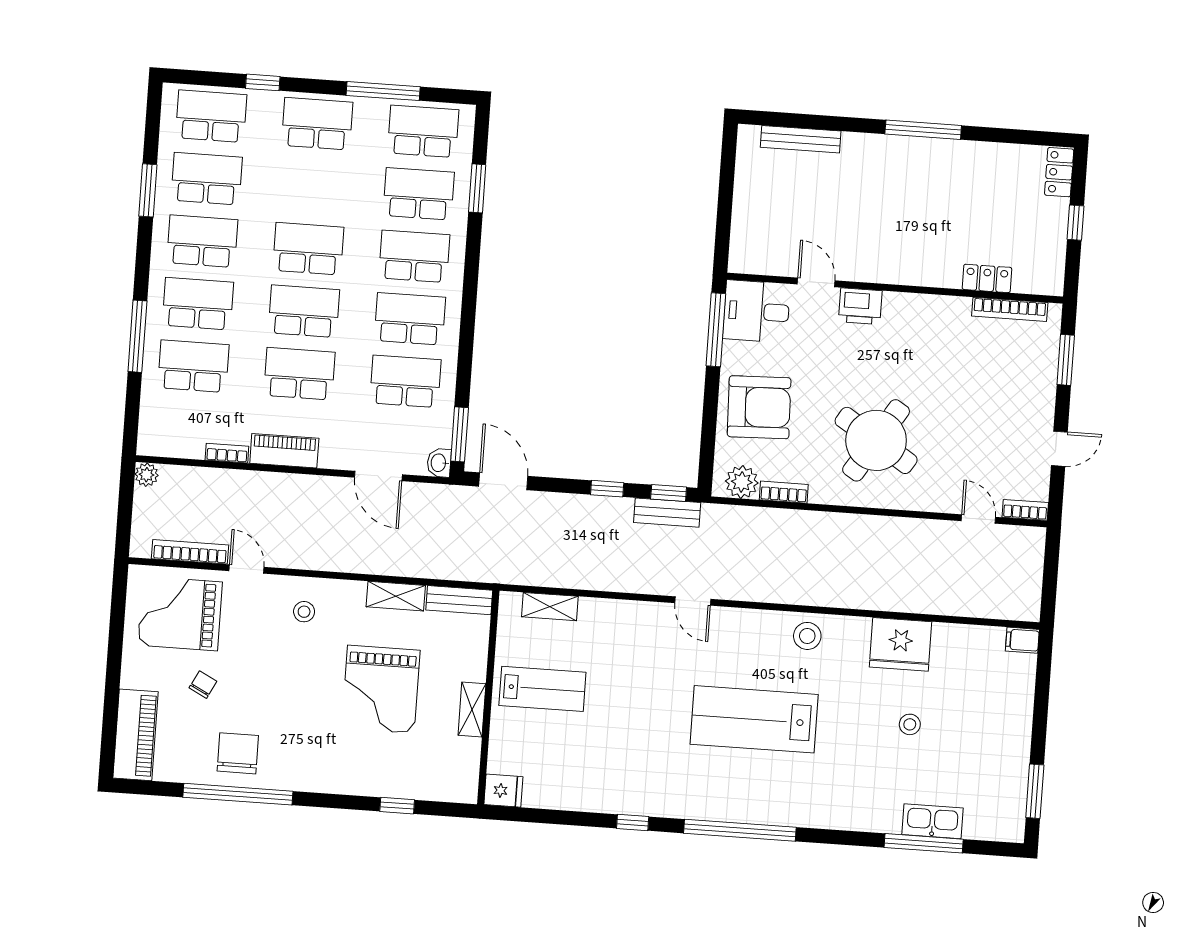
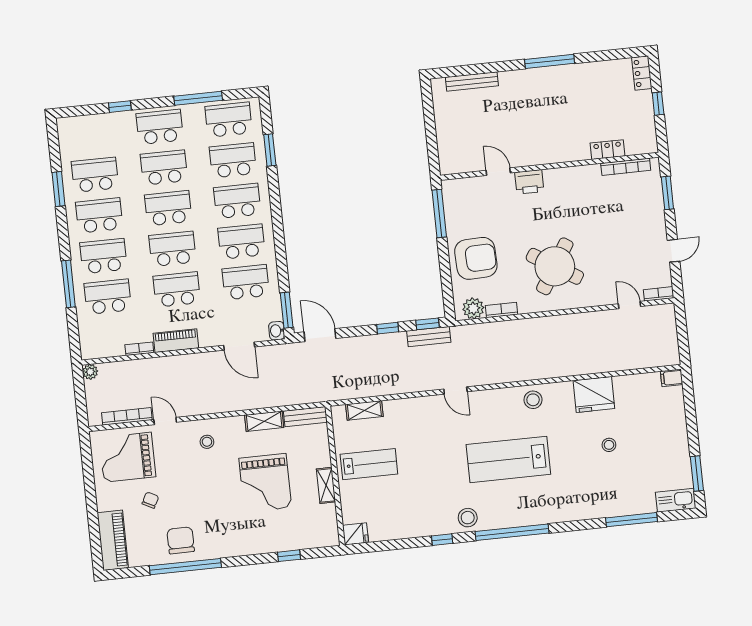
school desk: (211, 116) -> (164, 168), moved
desk: (756, 311) -> (463, 197), removed
stool: (677, 796) -> (468, 518), added
kitchen sink: (932, 821) -> (676, 500), moved

